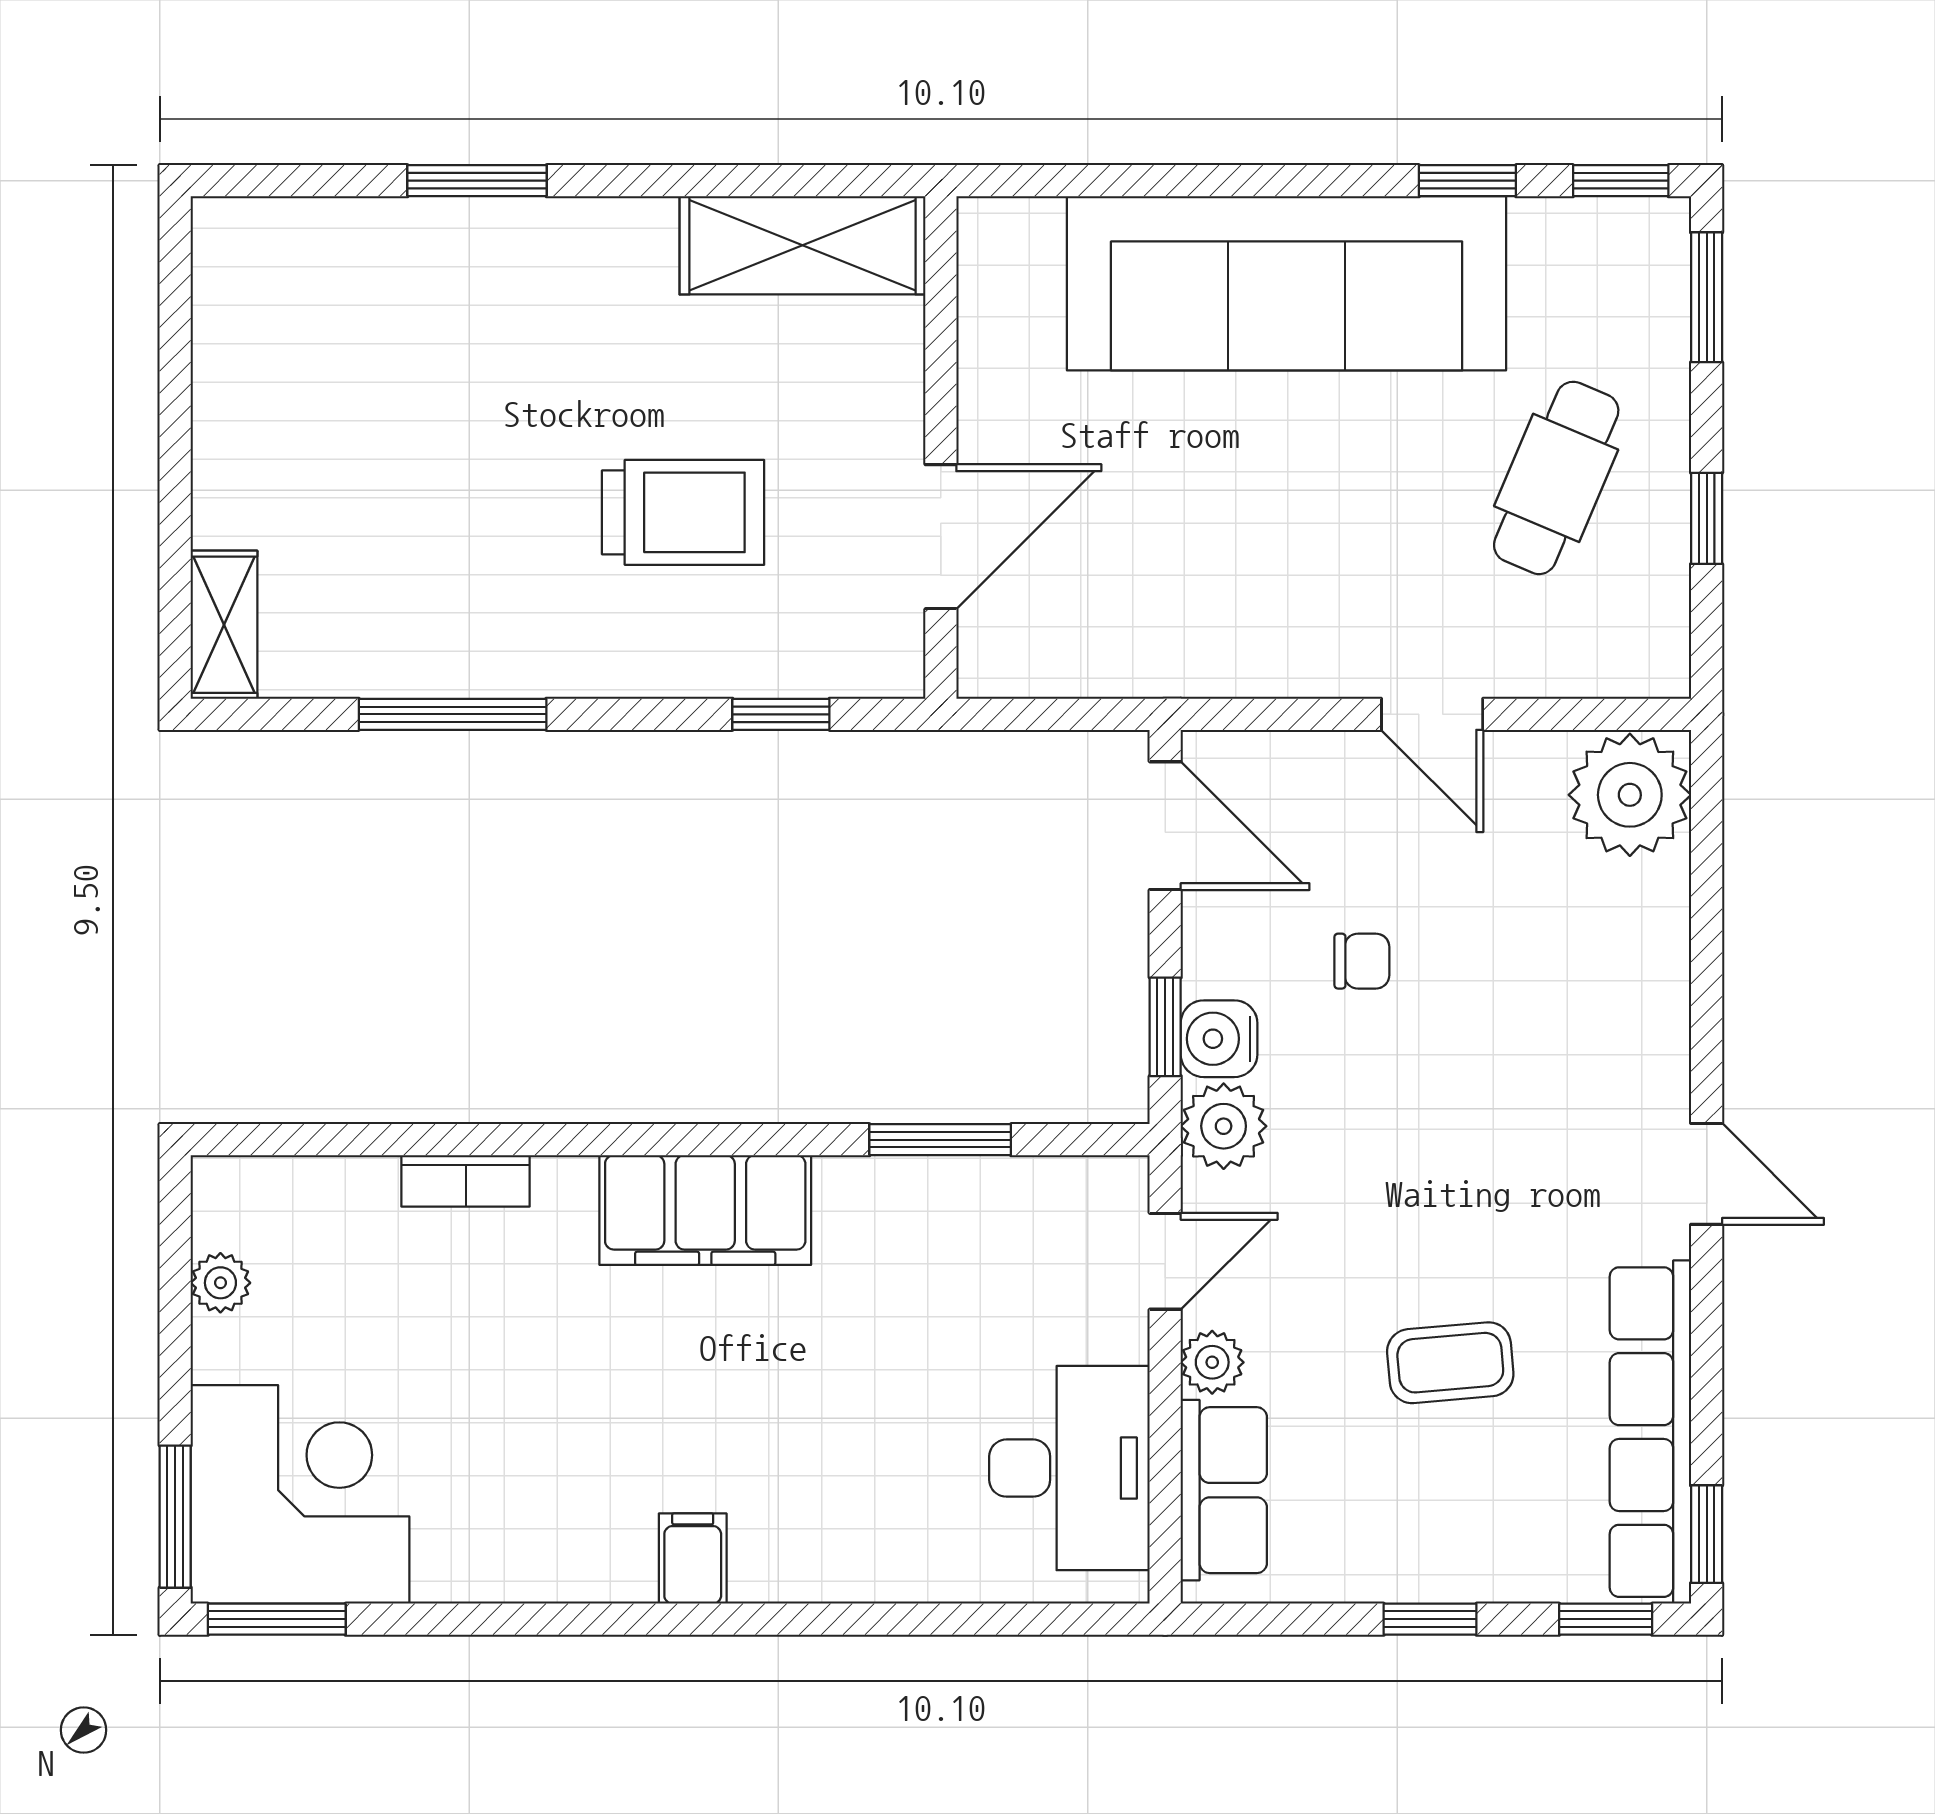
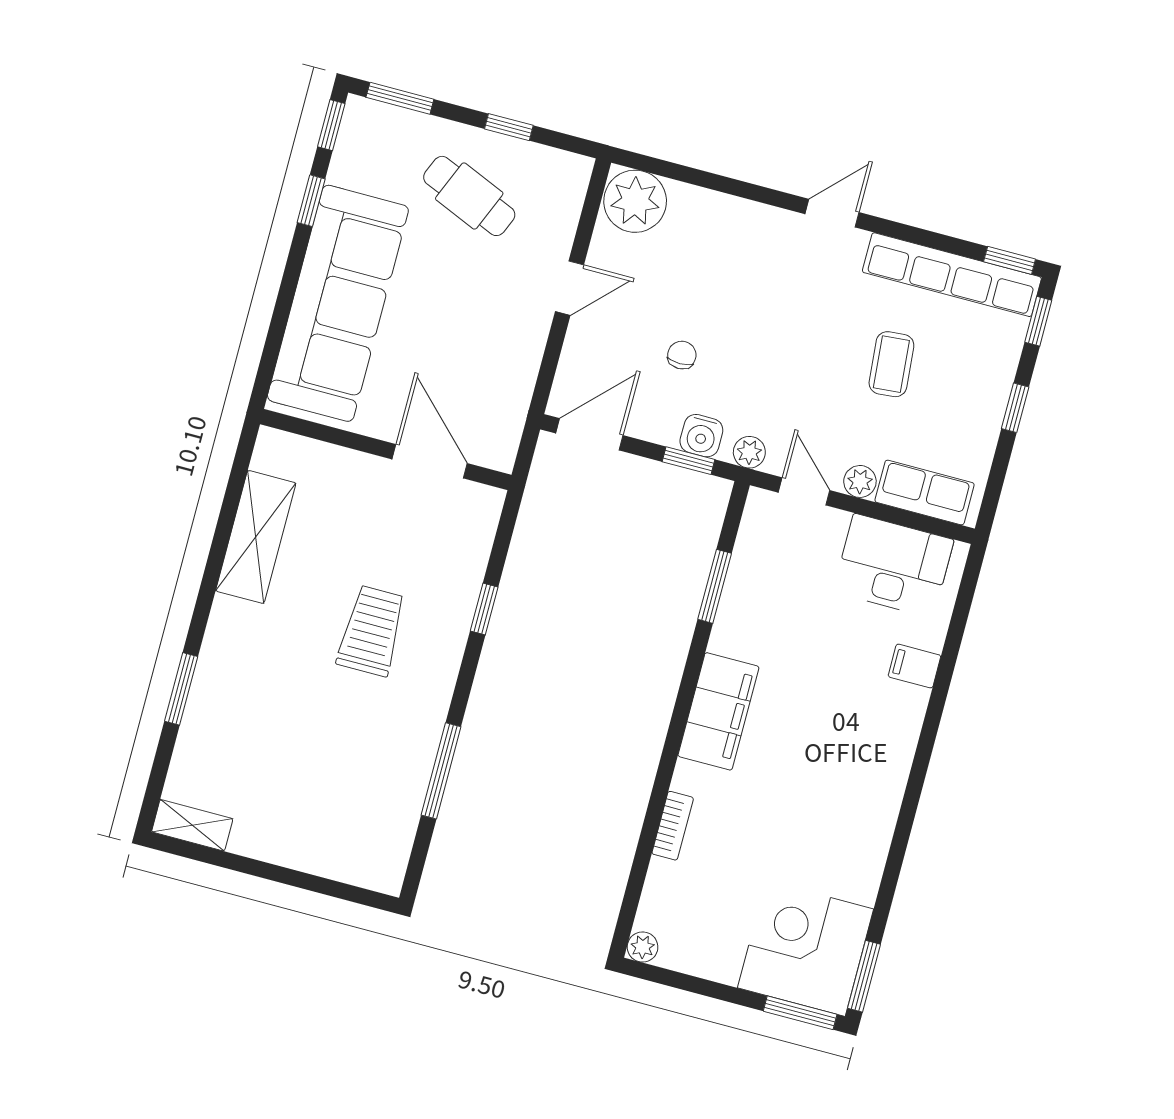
wall: (941, 447) -> (386, 449), moved
door: (941, 537) -> (430, 461), moved
shelving: (224, 625) -> (192, 825), moved
plant: (1224, 1126) -> (749, 452), width x0.73, depth x0.73
plant: (220, 1283) -> (643, 947), moved
filing cabinet: (693, 1559) -> (914, 666), moved

